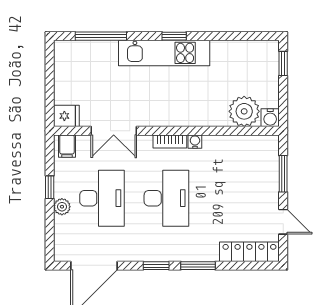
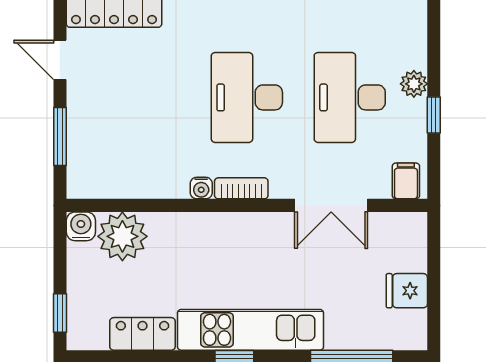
locker: (232, 50) -> (142, 334), added
fridge: (66, 116) -> (407, 291), moved
double door: (114, 131) -> (331, 205), swing flipped

